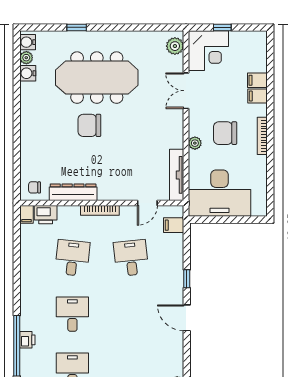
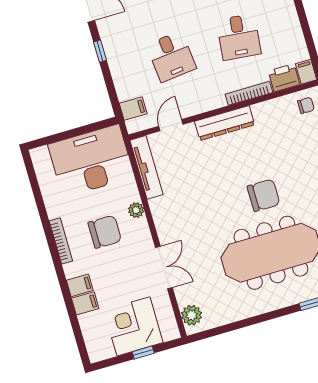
corner desk: (208, 51) -> (133, 326), moved
dresser: (73, 192) -> (225, 123), moved
bookcase: (100, 210) -> (249, 93), moved

